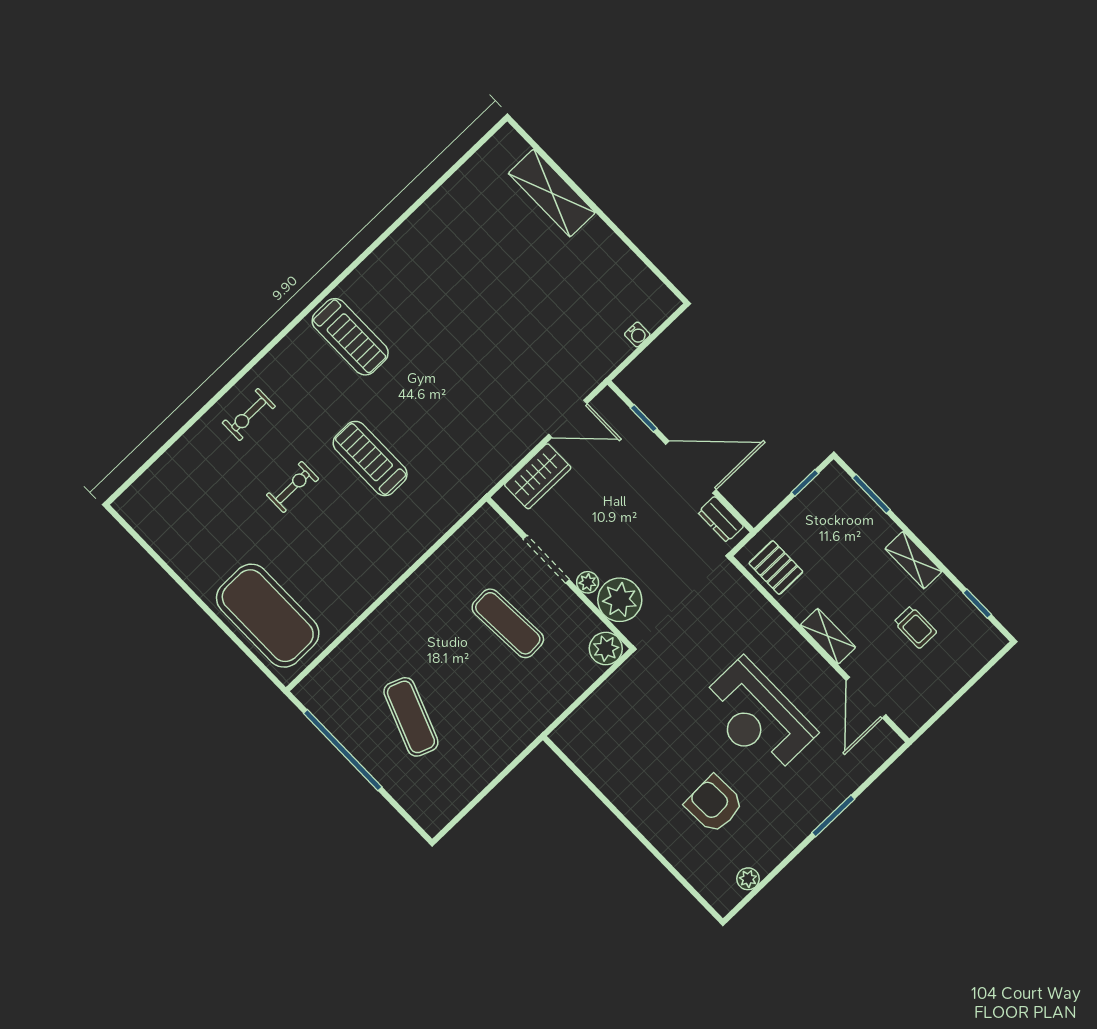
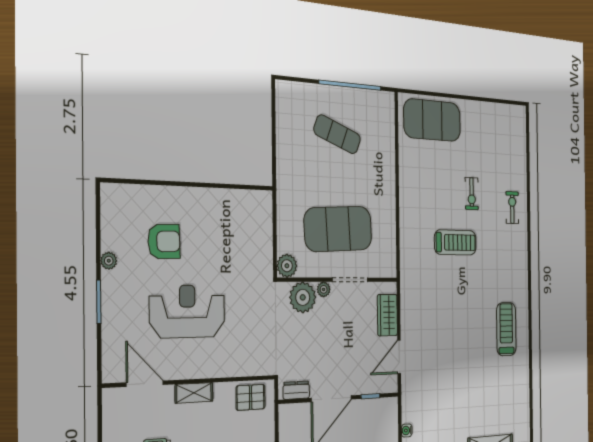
treadmill: (350, 337) -> (506, 329), moved, turned 90
exercise mat: (508, 623) -> (338, 229), width x2.00, depth x1.45
plant: (748, 879) -> (109, 261), moved

